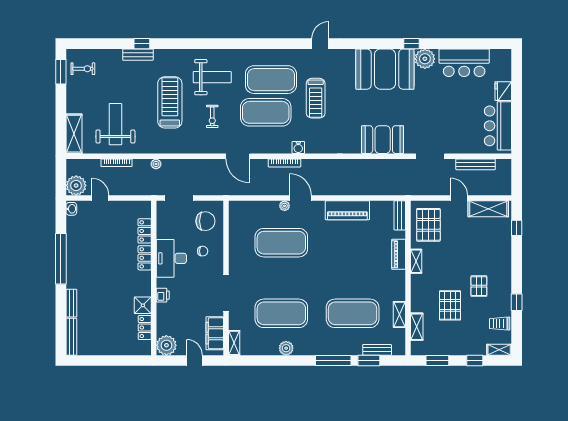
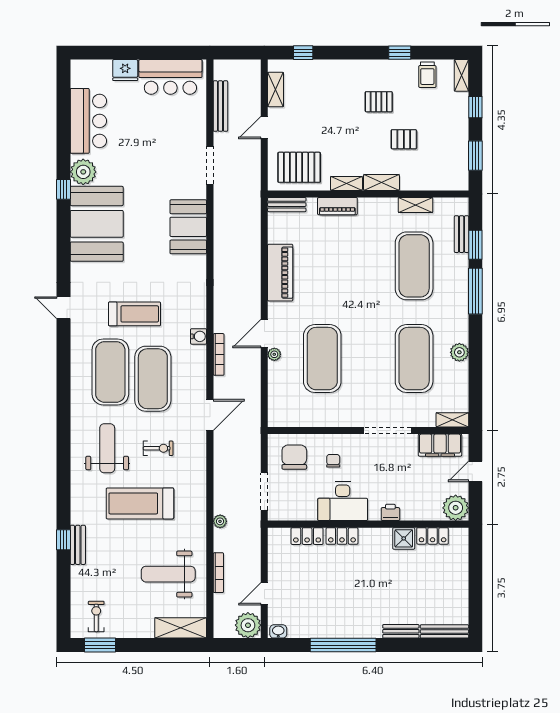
shelving: (488, 209) -> (276, 90), width x0.67, depth x0.75
pallet: (450, 305) -> (404, 139), width x0.67, depth x0.71
shelving: (417, 327) -> (381, 182), moved

